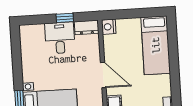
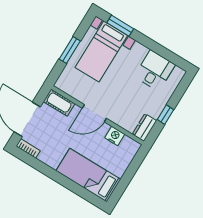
nightstand: (109, 27) -> (115, 136), moved
desk: (60, 38) -> (155, 71), moved, turned -90

